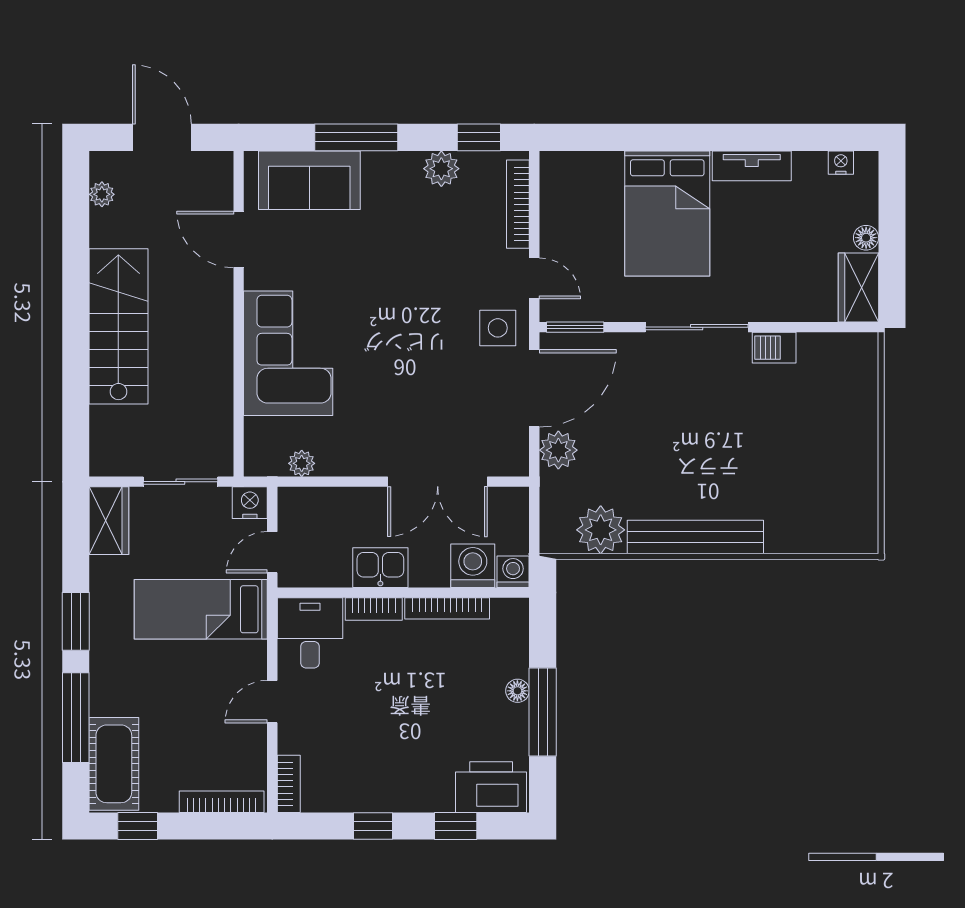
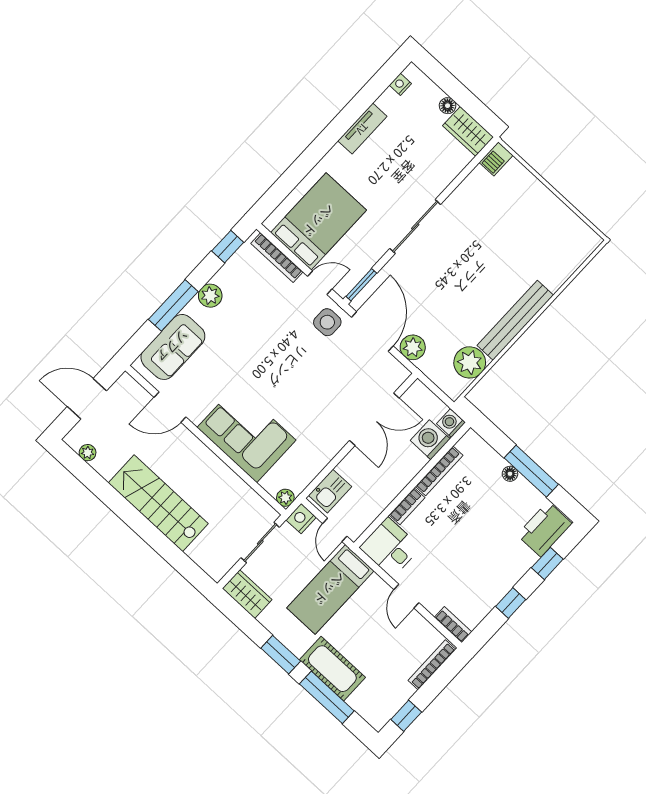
plant: (441, 169) -> (210, 296), moved
bed: (667, 214) -> (319, 221), moved, turned -90
barbecue: (774, 348) -> (496, 159), moved
plant: (302, 463) -> (285, 498), moved
kitchen sink: (380, 568) -> (330, 491), moved, turned 180
cot: (114, 764) -> (332, 669), moved

